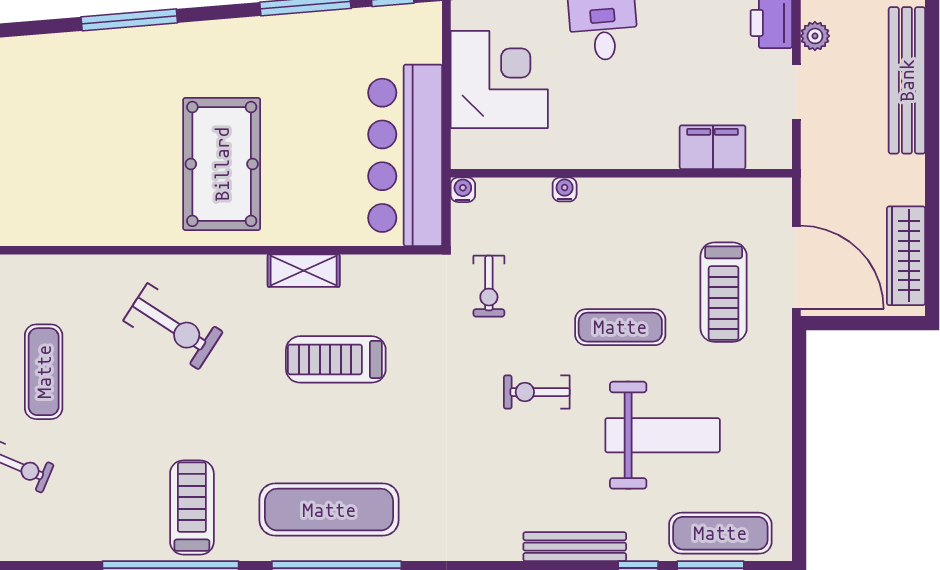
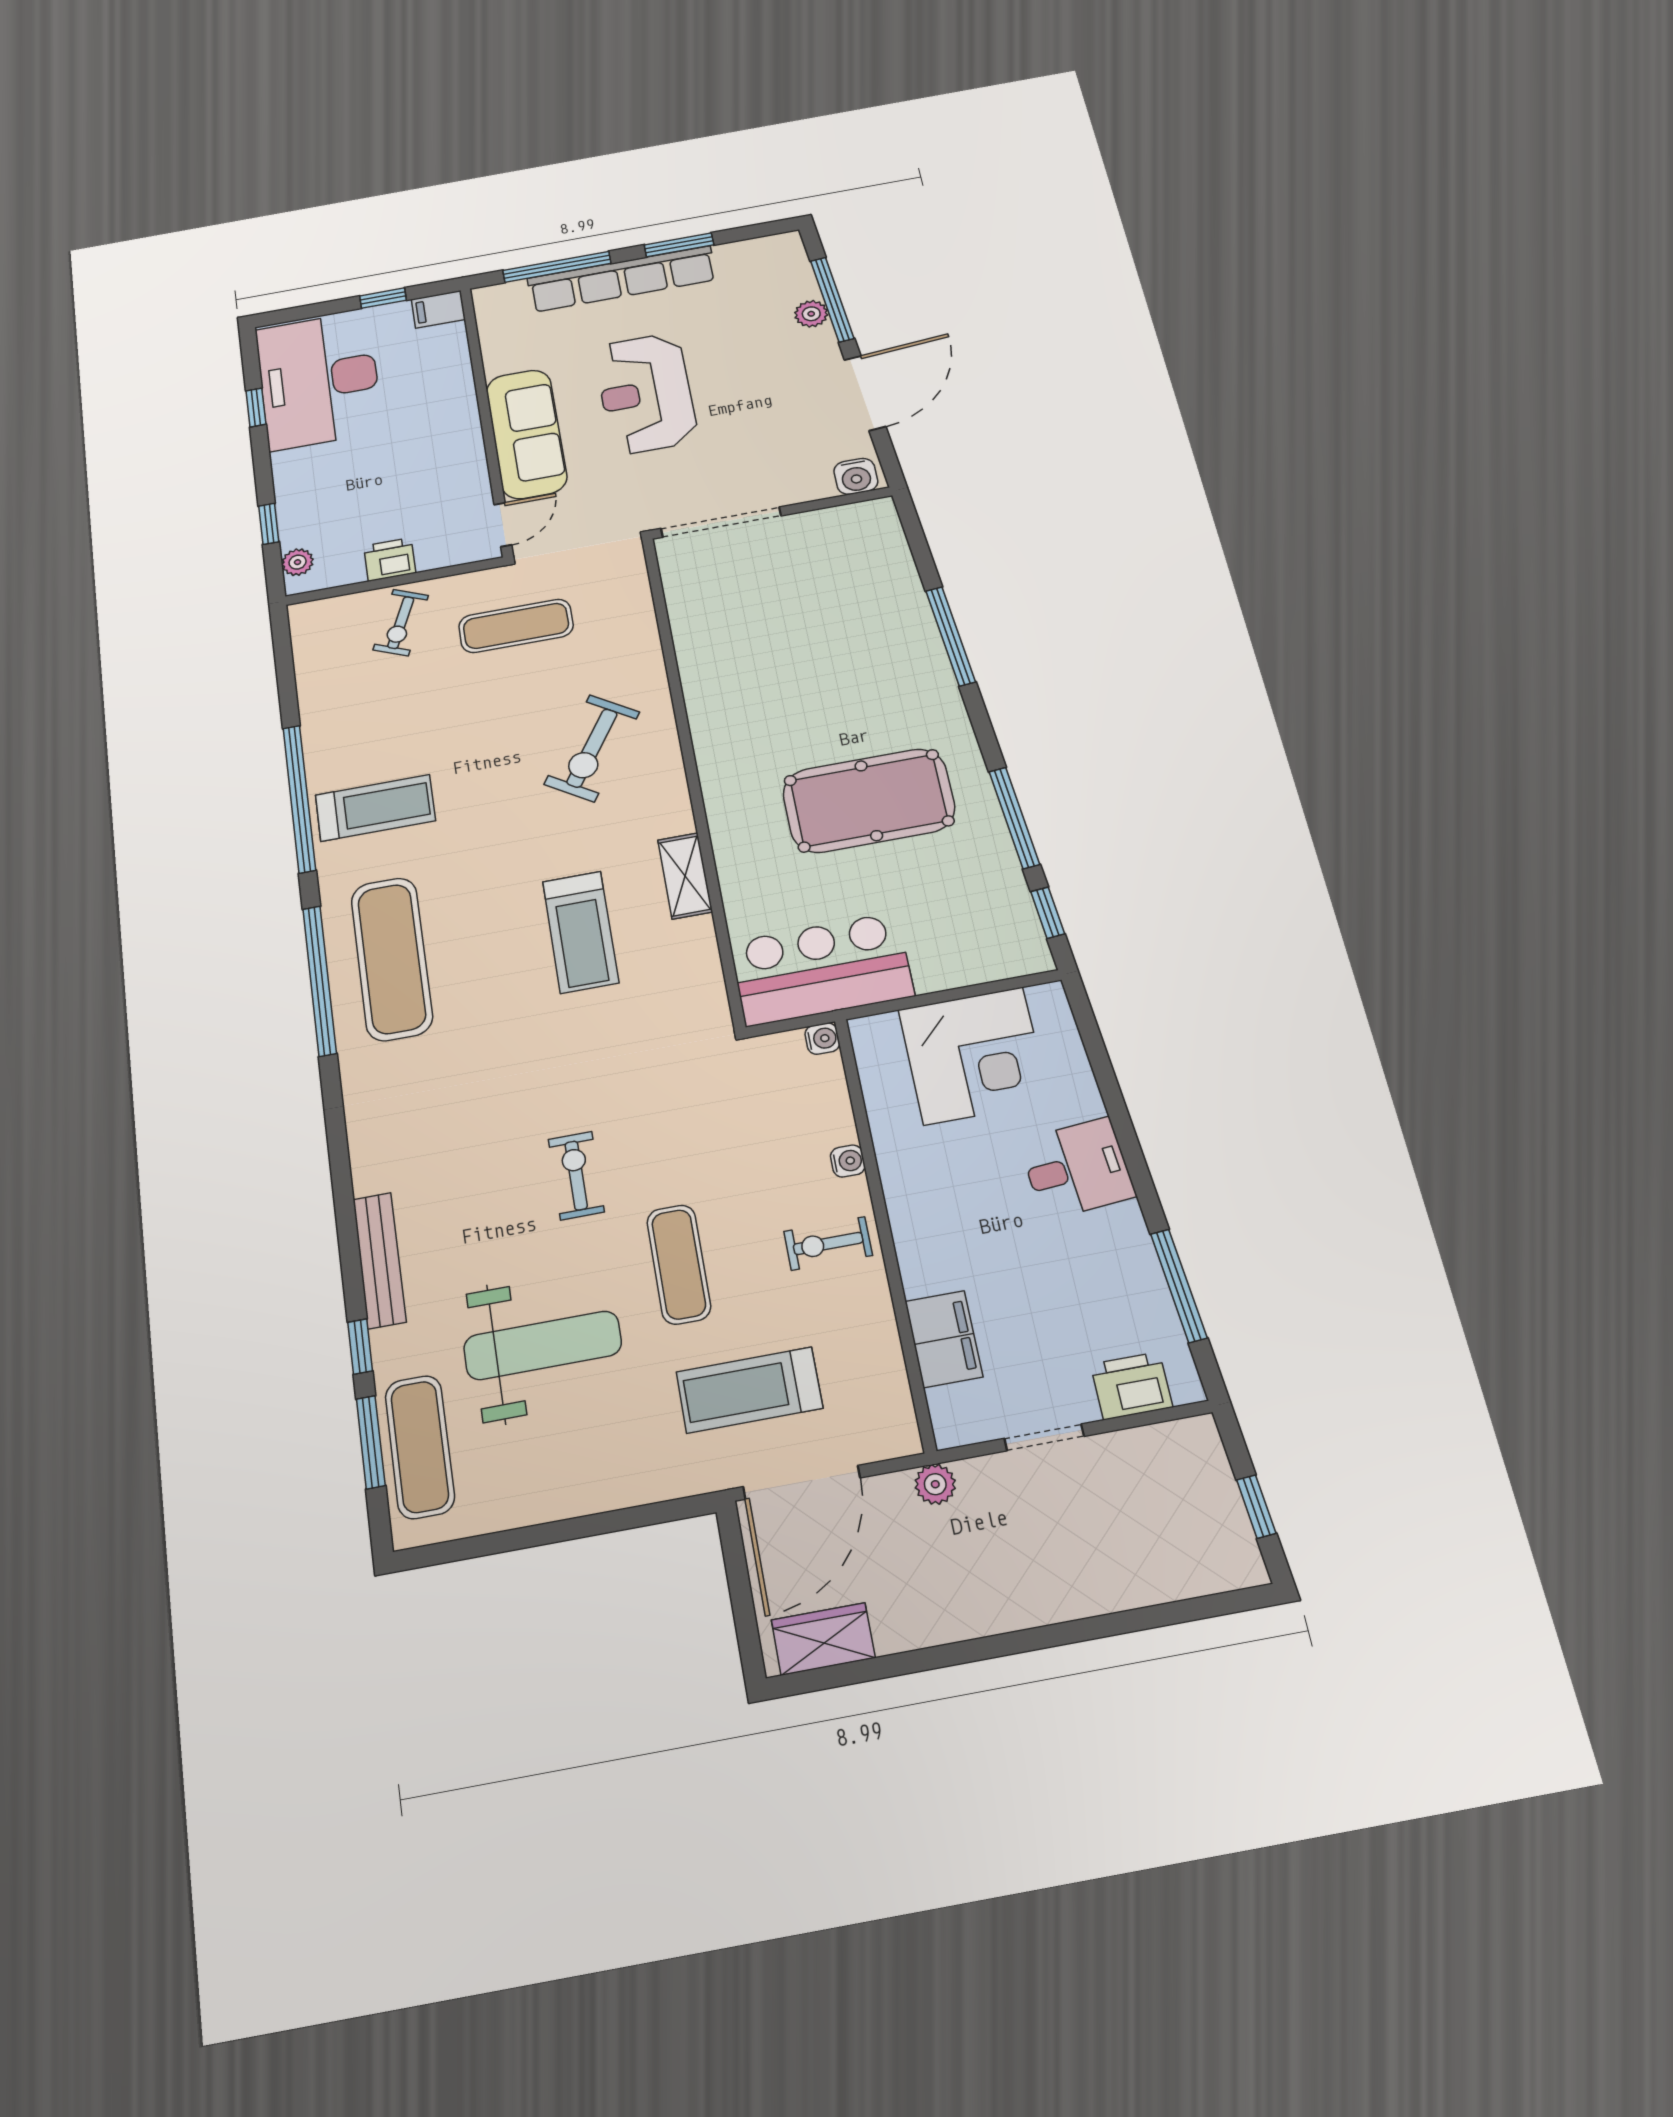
plant: (815, 36) -> (935, 1484), moved
bench: (907, 80) -> (1096, 1589), removed
bar counter: (405, 155) -> (822, 969), width x0.73
pool table: (222, 164) -> (869, 801), moved
wardrobe: (906, 256) -> (823, 1639), width x0.67
exercise bike: (489, 286) -> (828, 1243), moved
treadmill: (336, 359) -> (581, 932), turned 180
weight bench: (663, 435) -> (543, 1345), turned -90

